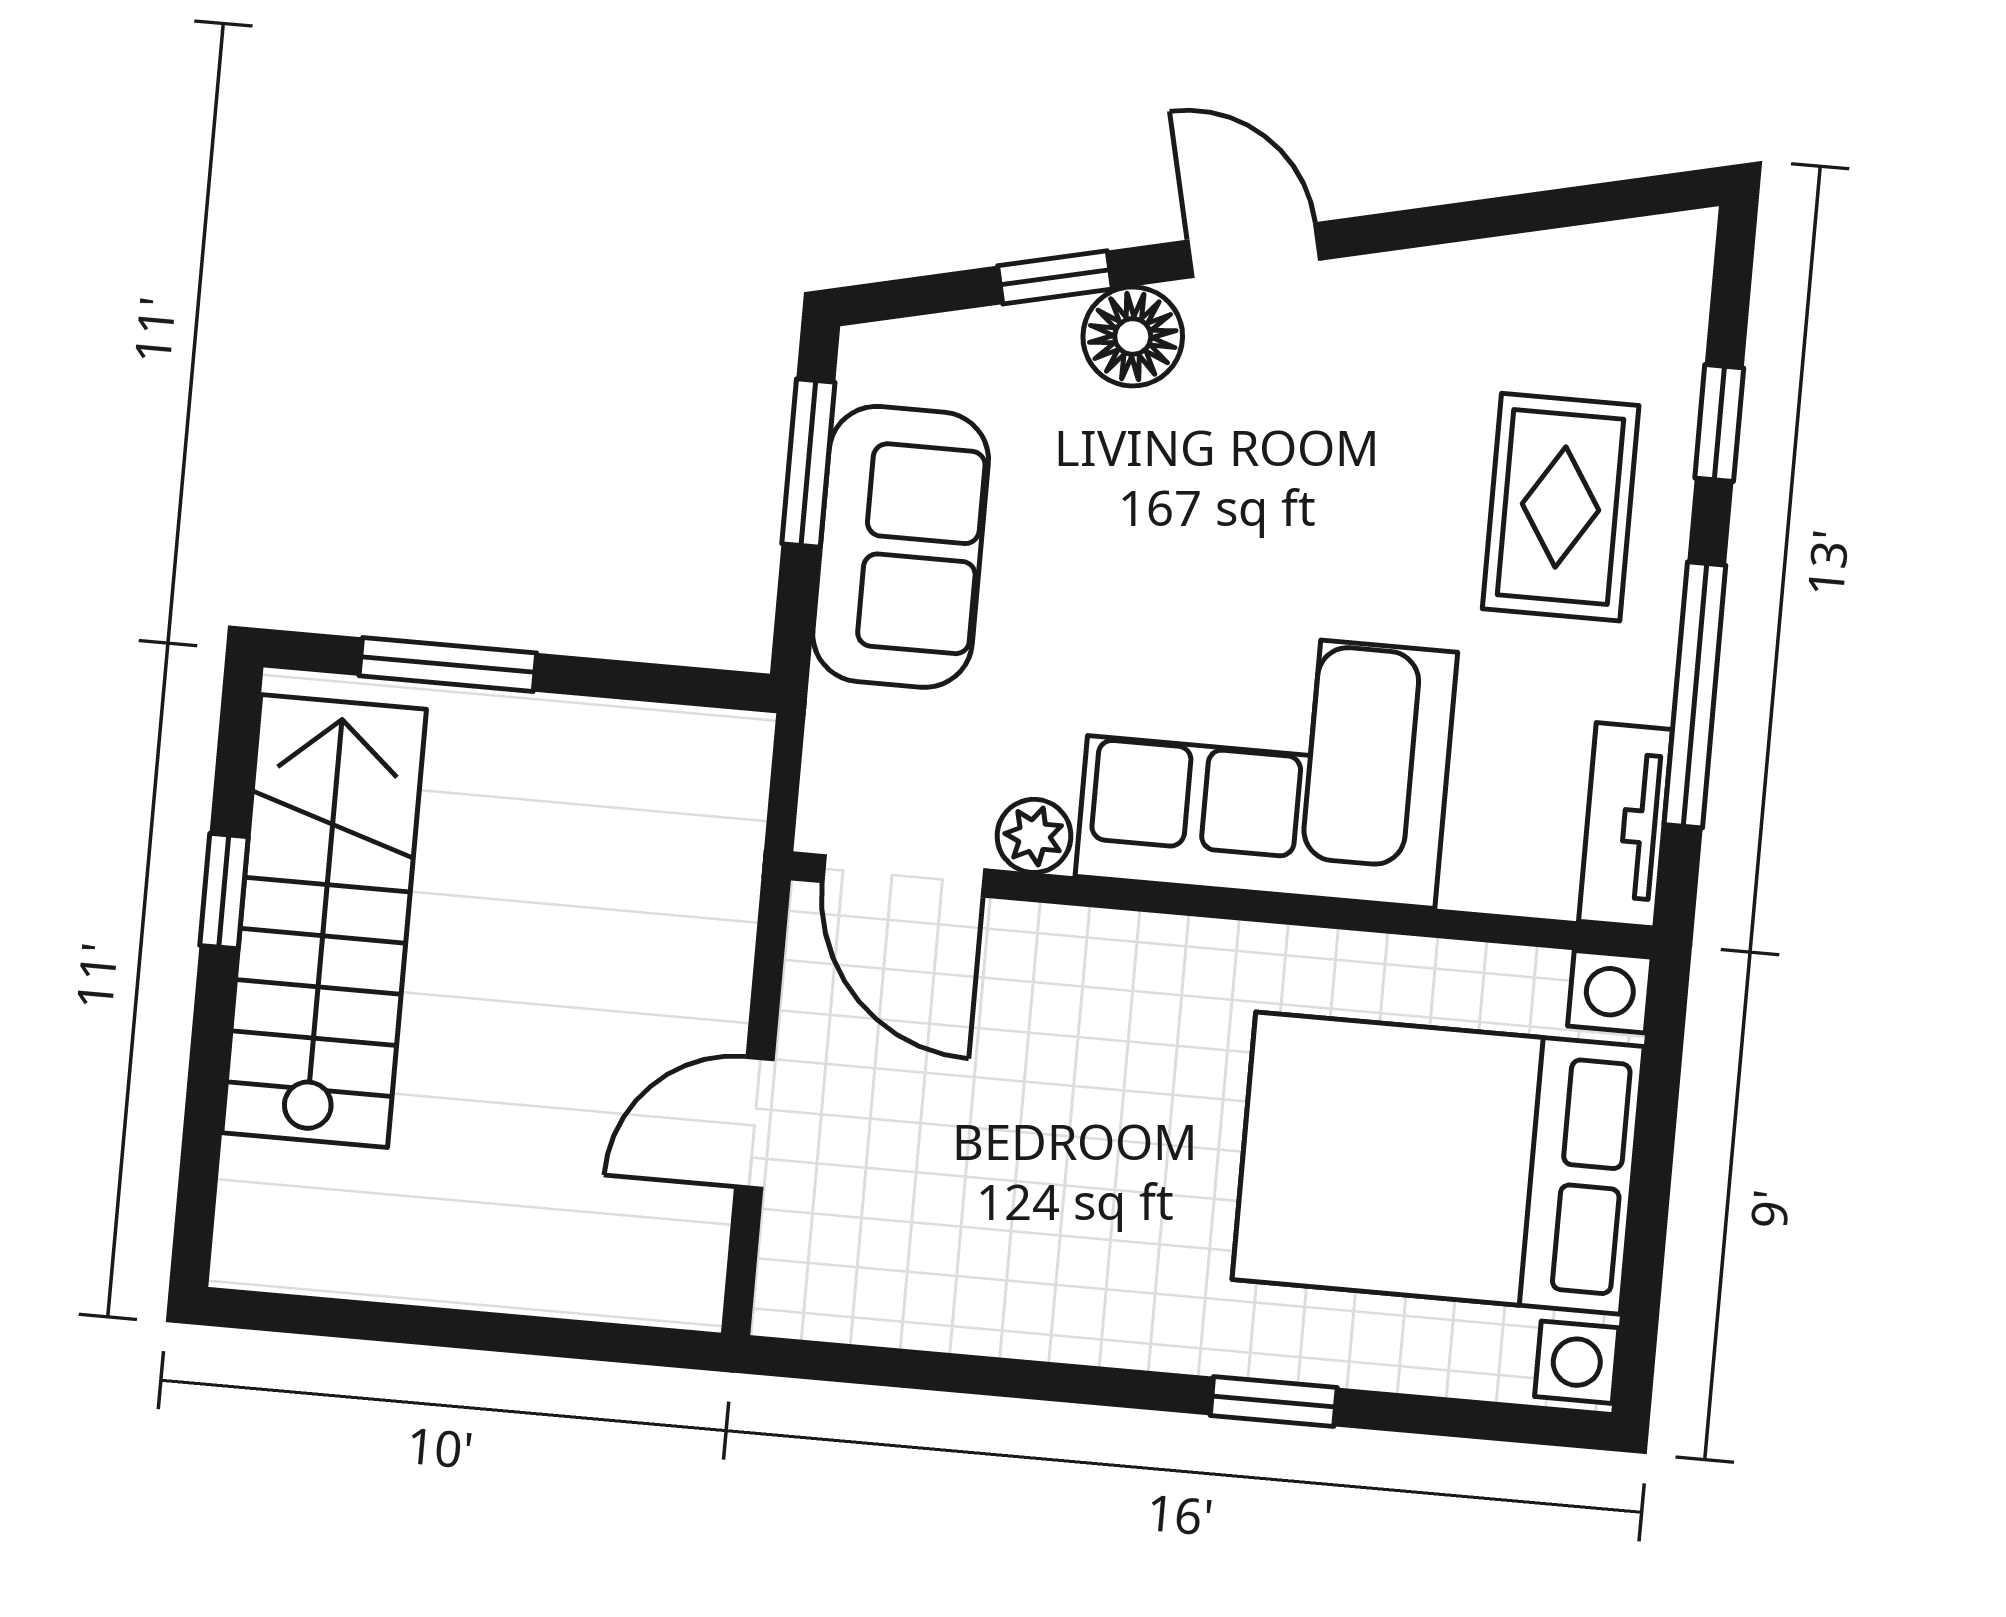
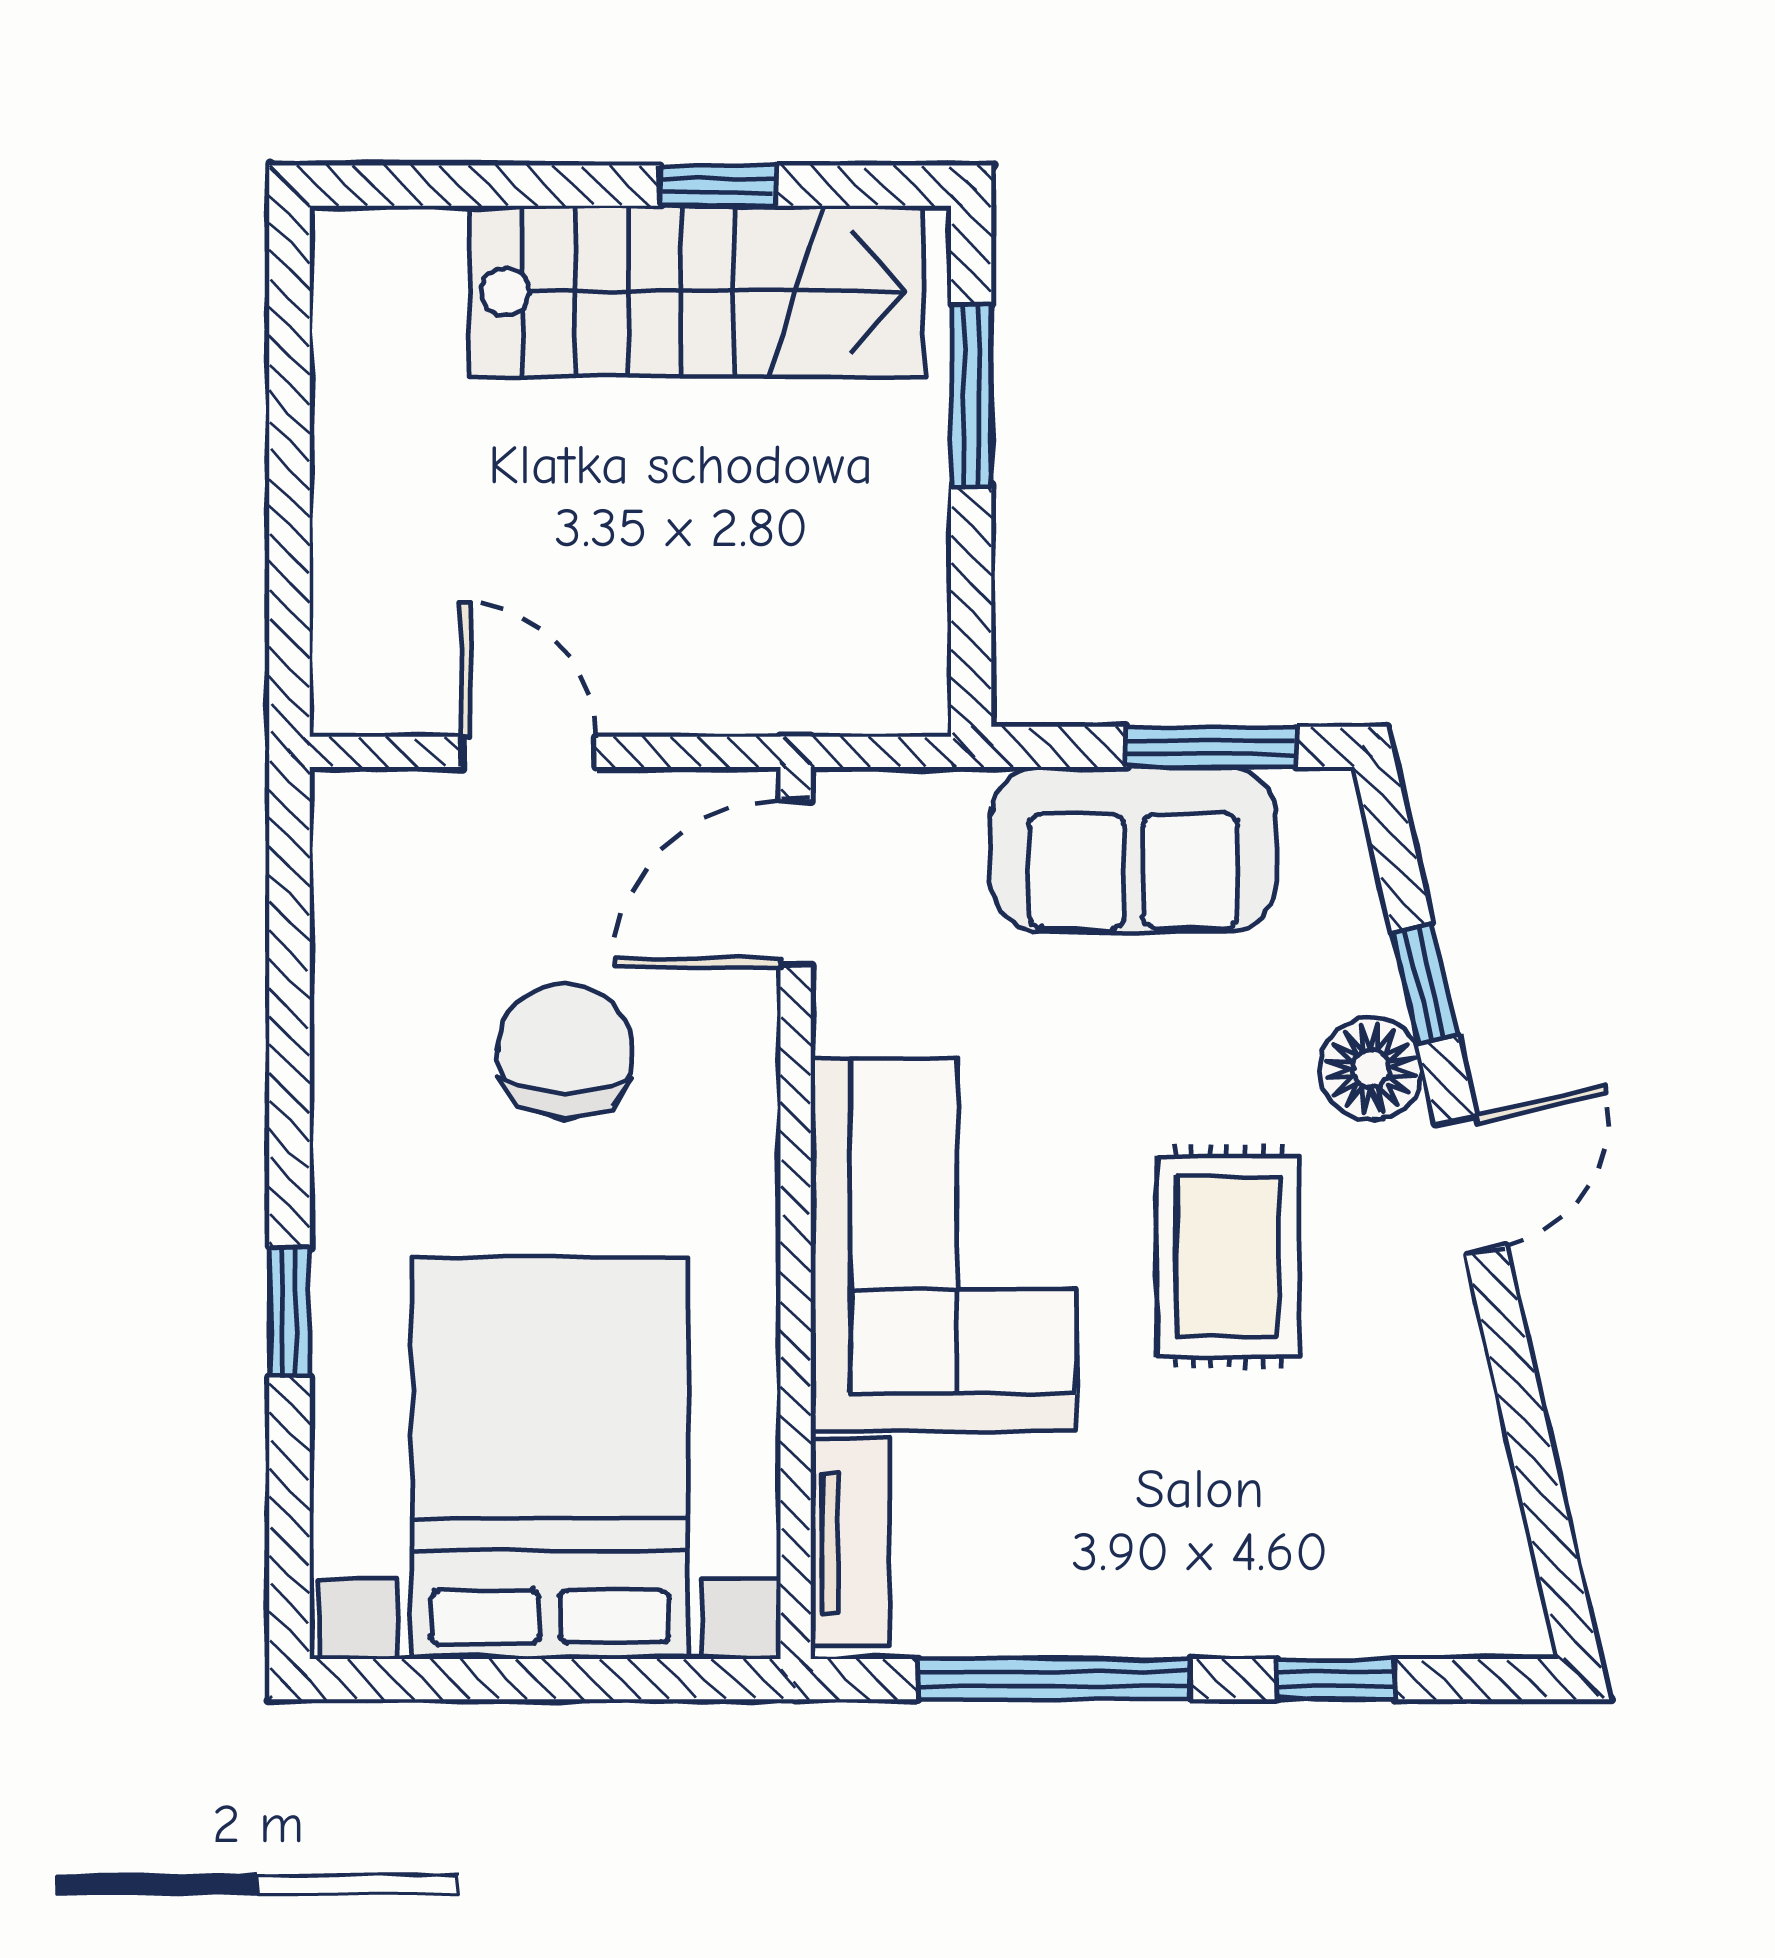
rug: (1561, 507) -> (1228, 1256), moved, turned 90
tv unit: (1625, 825) -> (850, 1542), moved, turned 90
plant: (1034, 836) -> (849, 1013), removed
chair: (1046, 1113) -> (565, 1051), added

